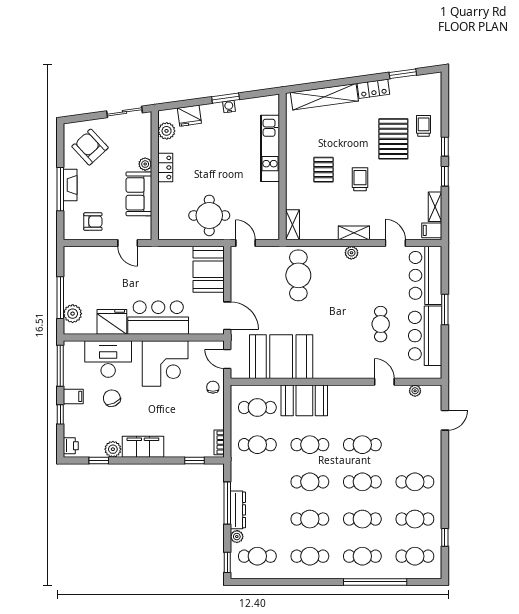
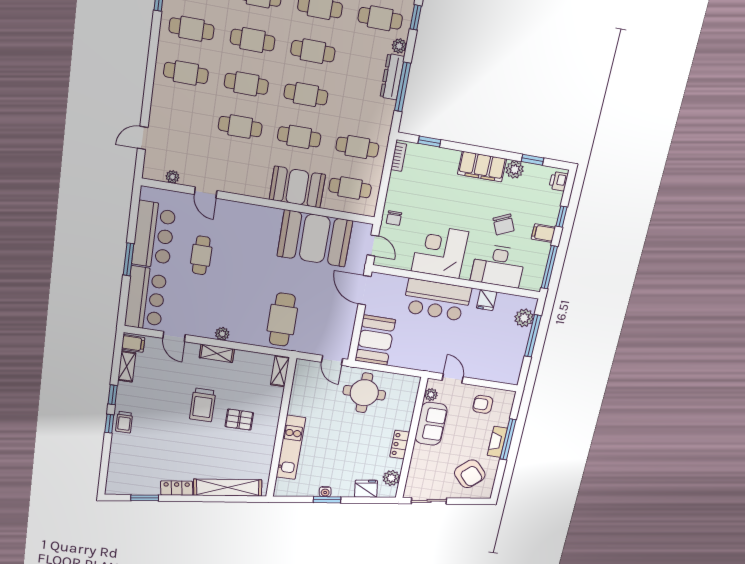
trolley: (424, 126) -> (124, 422), moved
pallet: (393, 139) -> (162, 439), removed
plant: (145, 164) -> (431, 395), moved
pallet: (323, 170) -> (239, 420), turned 90
trolley: (360, 179) -> (203, 405), width x1.36, depth x1.39
fridge: (112, 322) -> (487, 300), width x0.53, depth x0.75

